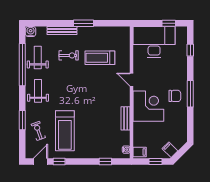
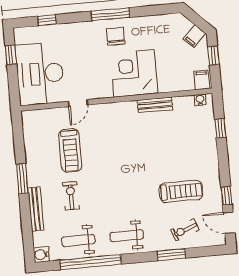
door: (132, 80) -> (78, 103), moved
treadmill: (65, 131) -> (181, 191), width x0.73, depth x0.73

